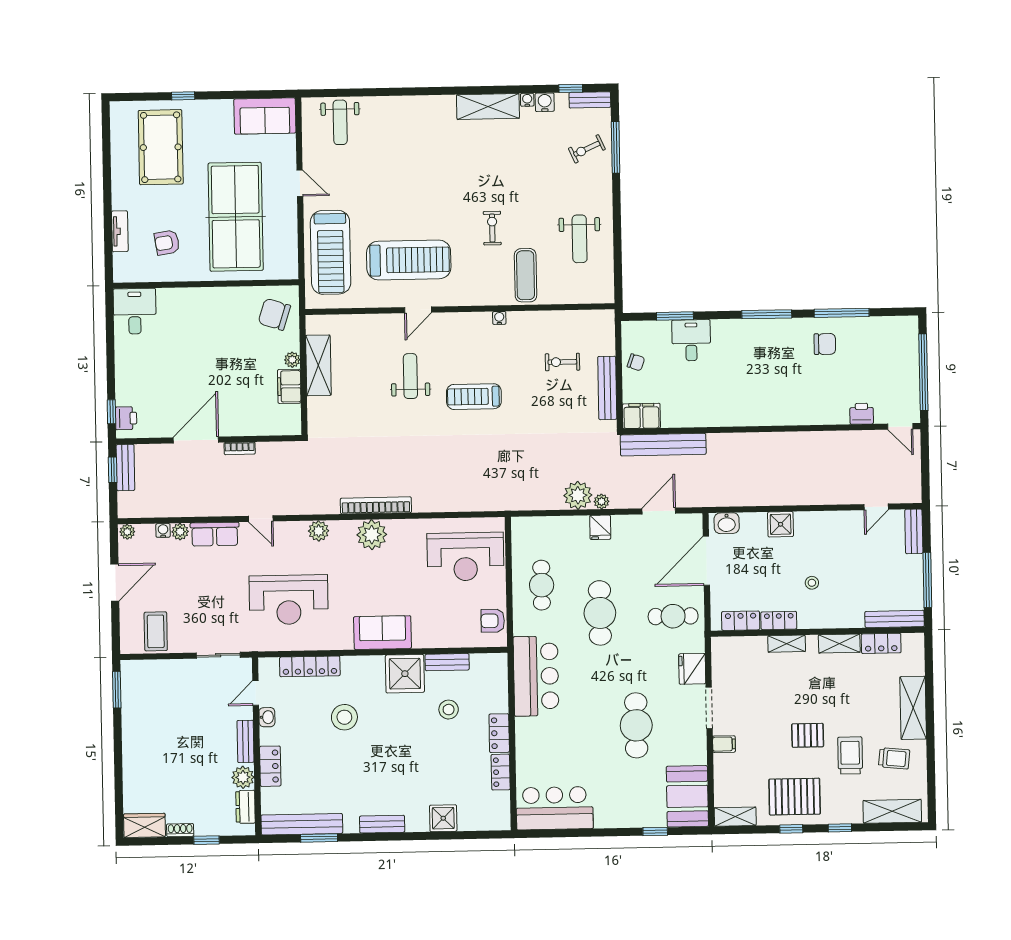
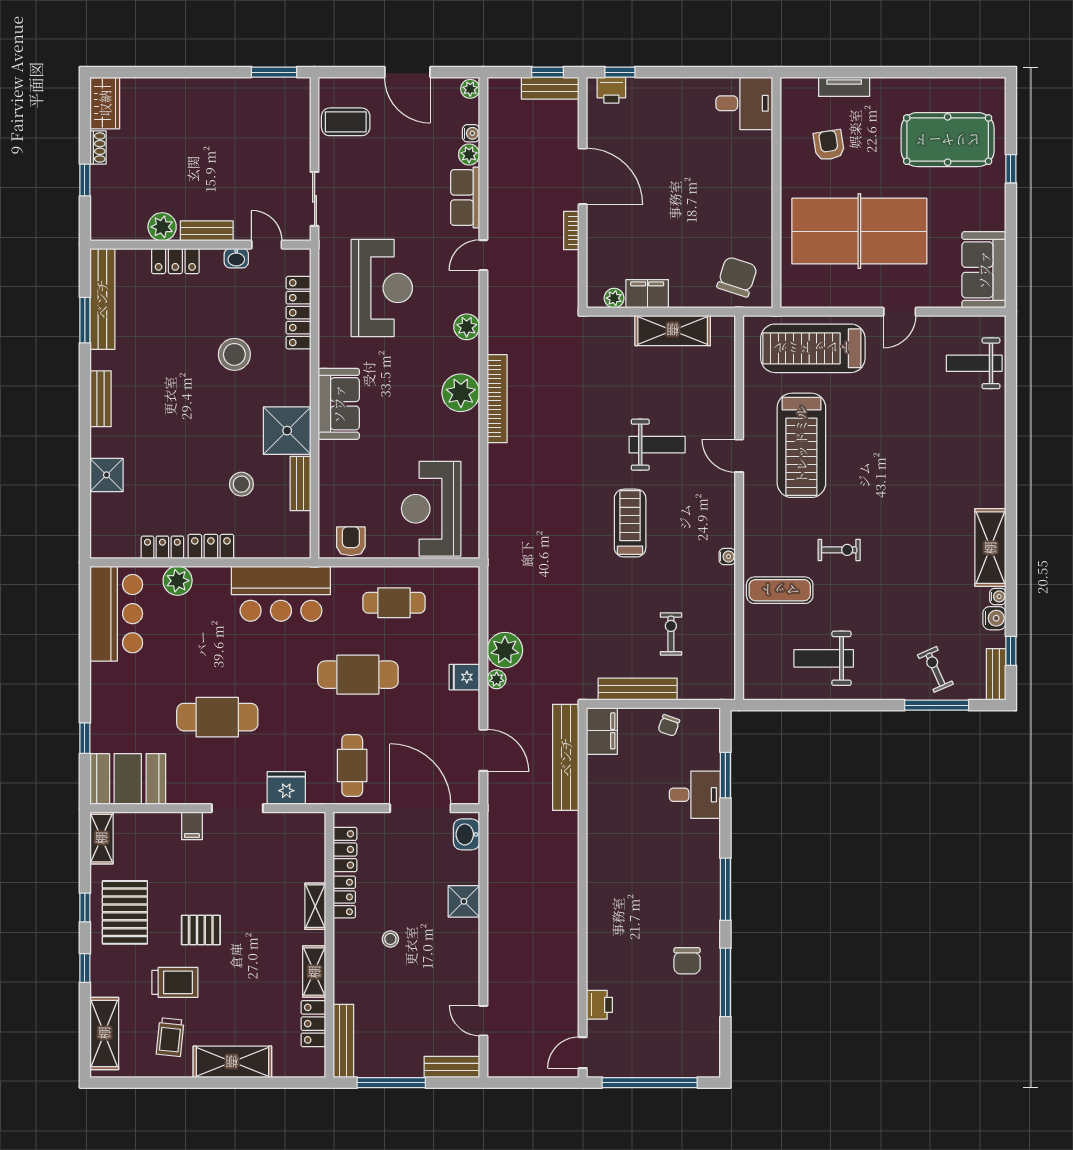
plant: (292, 360) -> (614, 298), moved
reception desk: (289, 600) -> (382, 288), turned 180
pallet: (808, 735) -> (201, 930), turned 90
plant: (527, 759) -> (178, 581), added
dresser: (245, 807) -> (125, 229), removed

